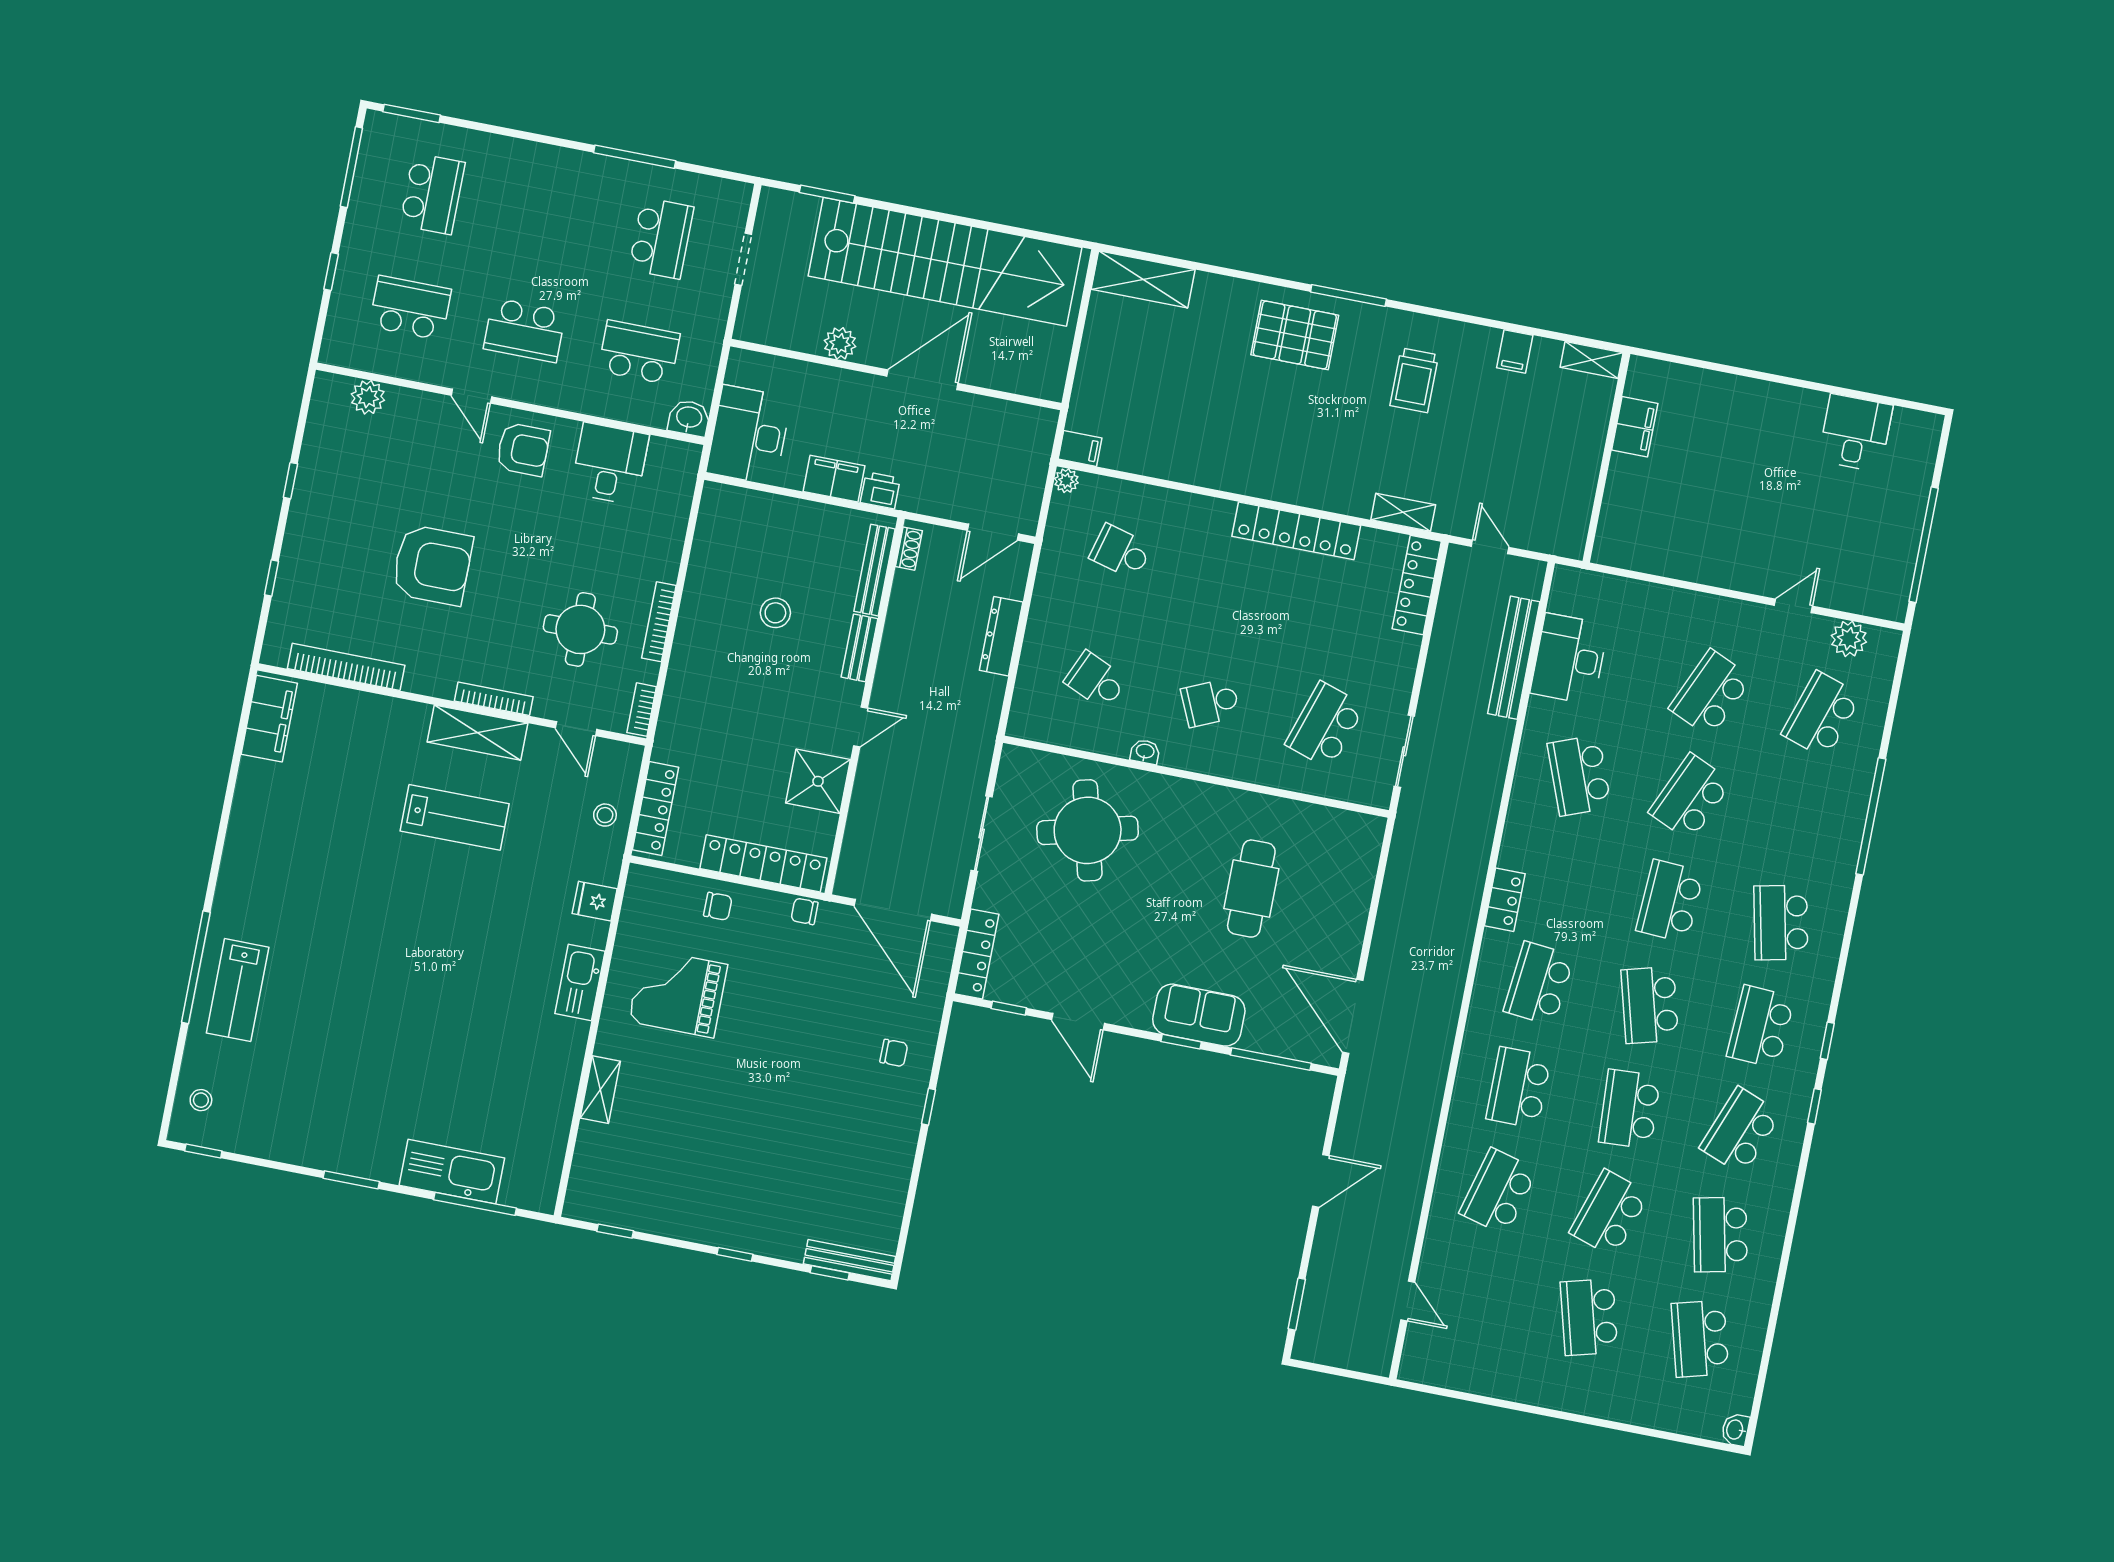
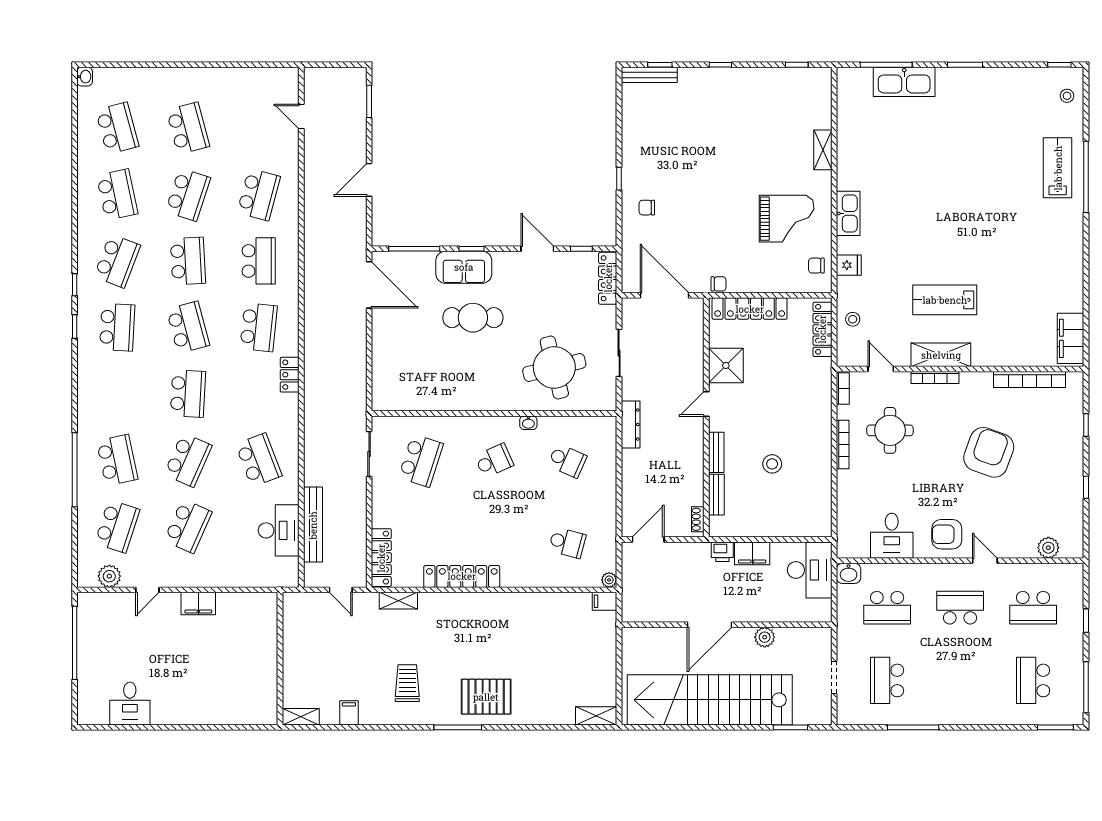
shelving: (1143, 279) -> (596, 716), width x0.67, depth x0.75
filing cabinet: (1635, 427) -> (198, 604), moved, turned -90
armchair: (432, 565) -> (989, 452), turned 110
bench: (874, 570) -> (716, 495), width x0.73
dresser: (1001, 636) -> (631, 425), moved
cafe table: (1251, 889) -> (473, 318), moved, turned 90
chair: (718, 906) -> (816, 266), moved
school desk: (1781, 923) -> (117, 460), moved

